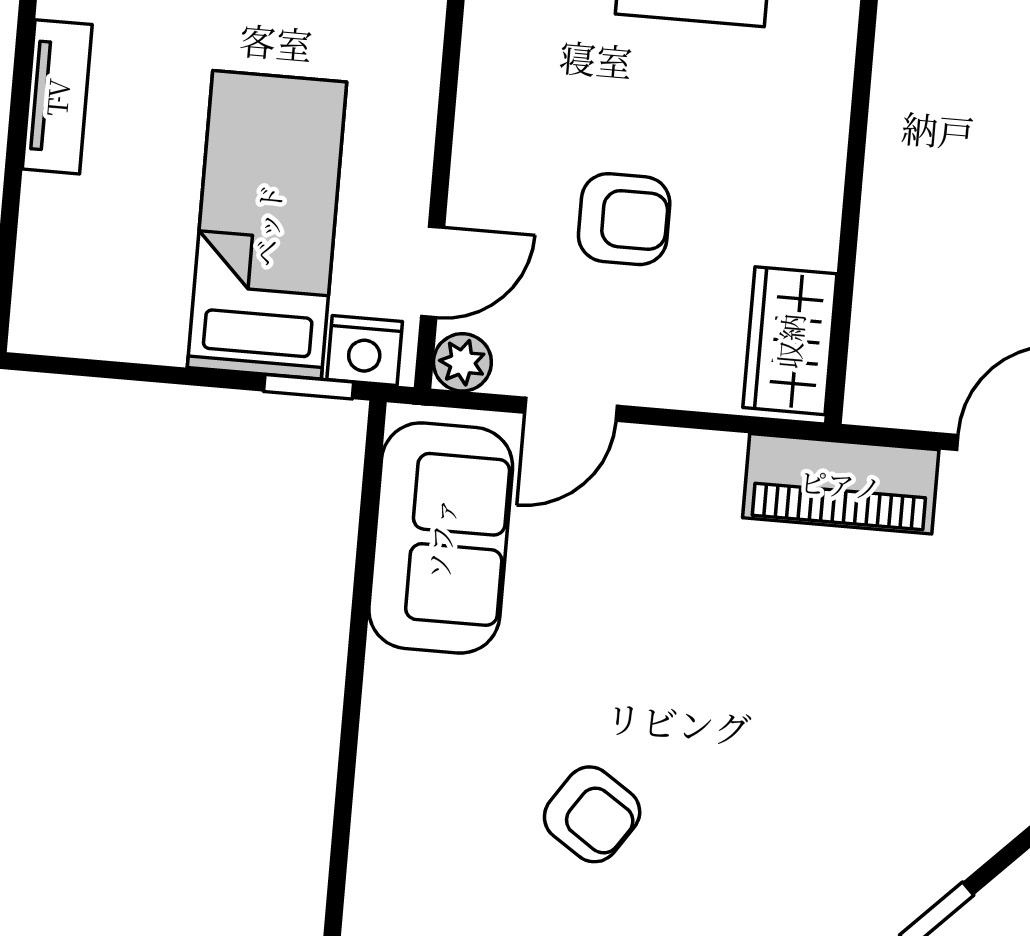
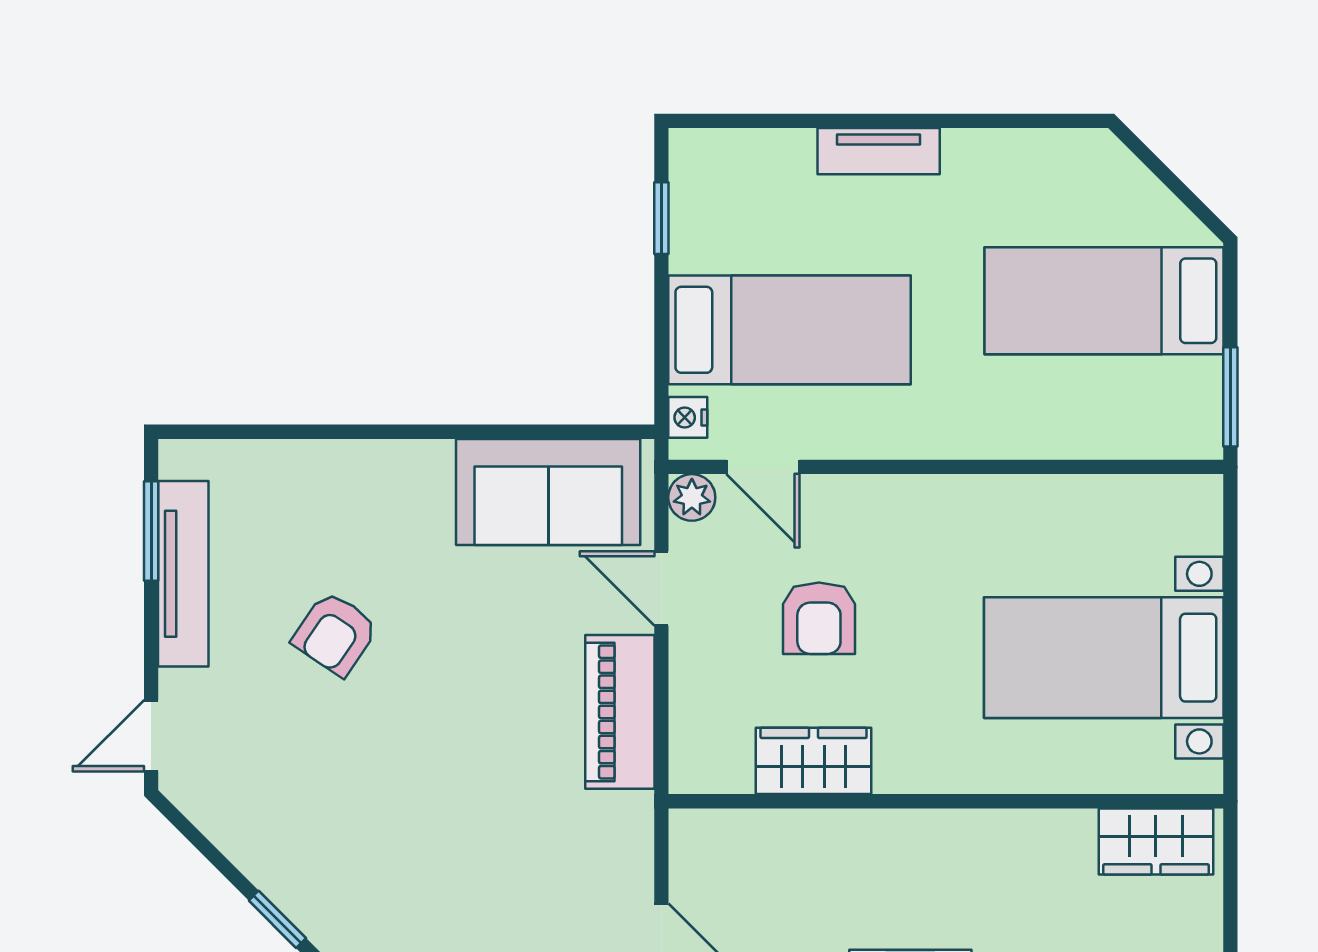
wardrobe: (790, 341) -> (814, 761), moved
nightstand: (365, 350) -> (688, 417), width x0.72, depth x0.74
window: (309, 387) -> (661, 218), moved
piano: (841, 484) -> (620, 712), moved

